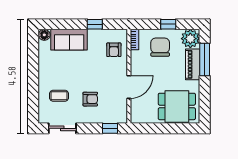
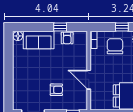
armchair: (114, 50) -> (67, 38), moved
door: (129, 87) -> (89, 80), swing flipped
coffee table: (59, 96) -> (30, 87), removed

